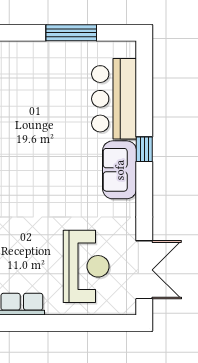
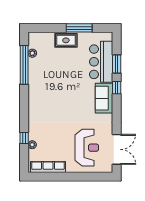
rug: (46, 57) -> (66, 40), added
window: (144, 103) -> (117, 64), added

